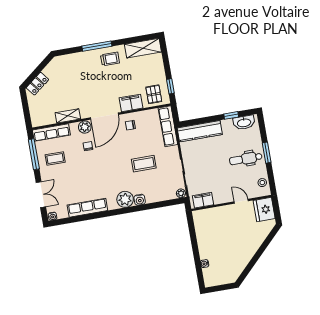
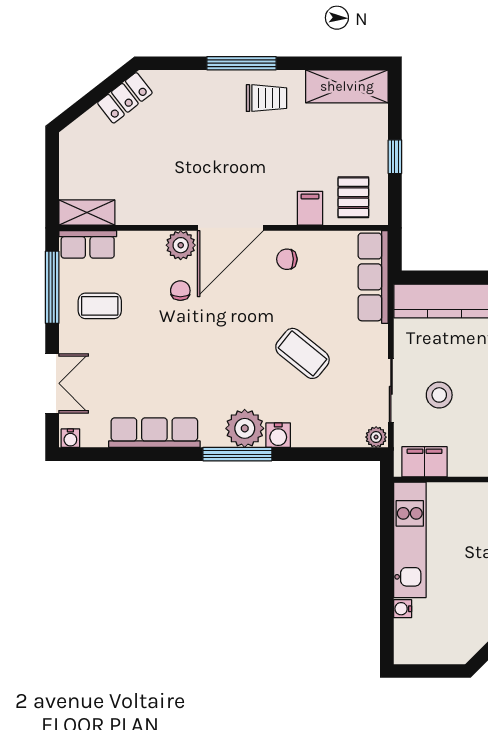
locker: (37, 84) -> (125, 98), moved
window: (170, 86) -> (395, 157), moved
filing cabinet: (131, 103) -> (310, 208), width x0.50
shelving: (68, 116) -> (87, 213), moved
row of seats: (51, 133) -> (88, 244), width x0.68
coffee table: (144, 164) -> (302, 353), turned 39
stool: (204, 171) -> (439, 395), added
window: (124, 211) -> (237, 454), added
kitchen unit: (203, 234) -> (410, 540), added

